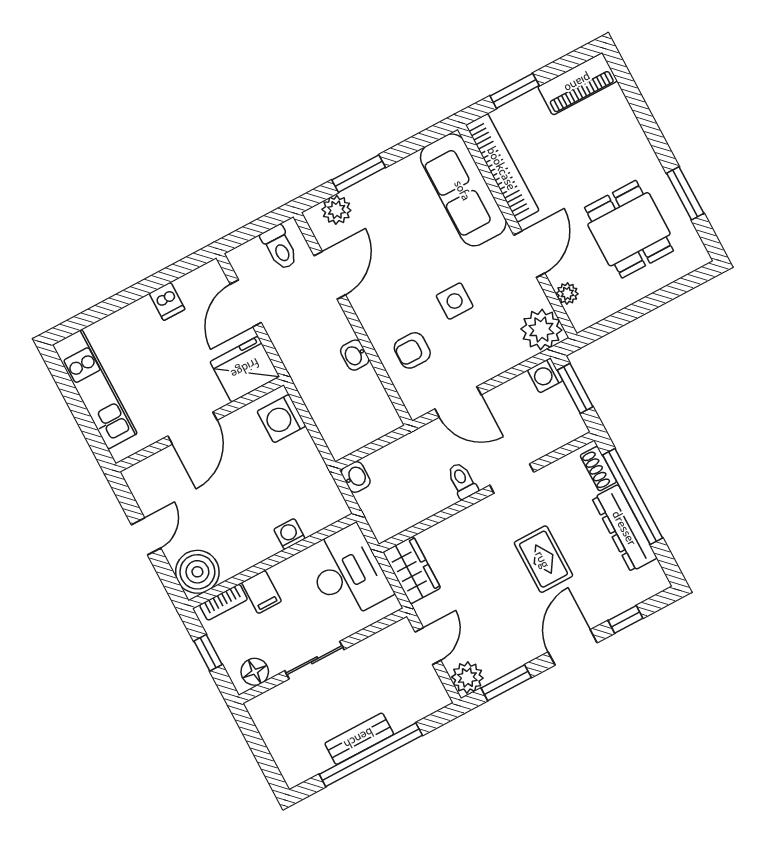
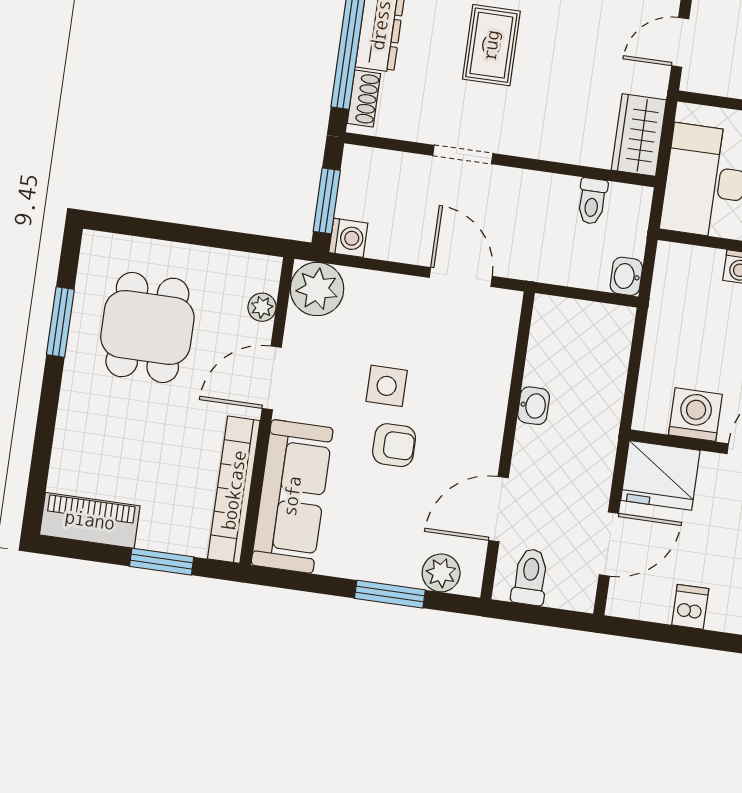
armchair: (412, 350) -> (394, 445), moved
washing machine: (281, 419) -> (695, 415), moved, turned -90
toilet: (462, 481) -> (592, 201), moved

